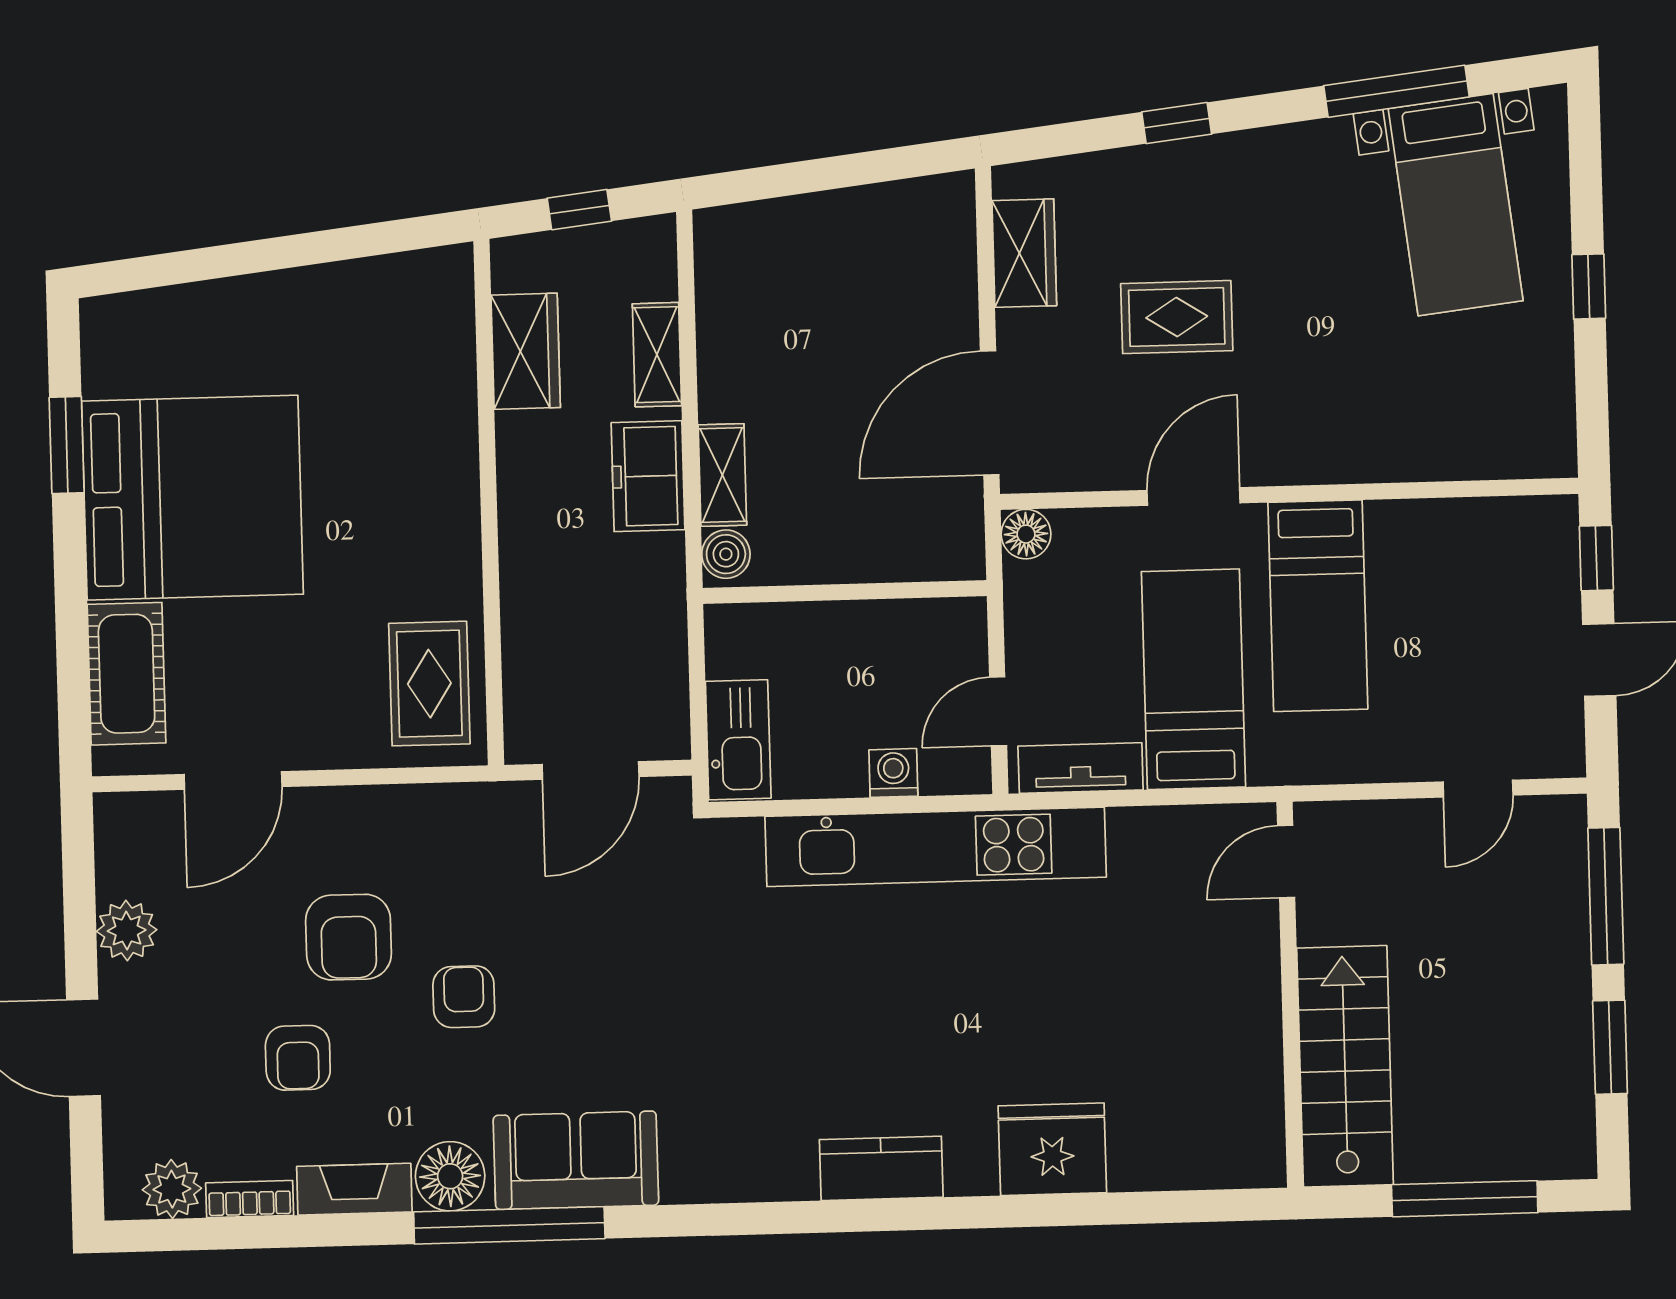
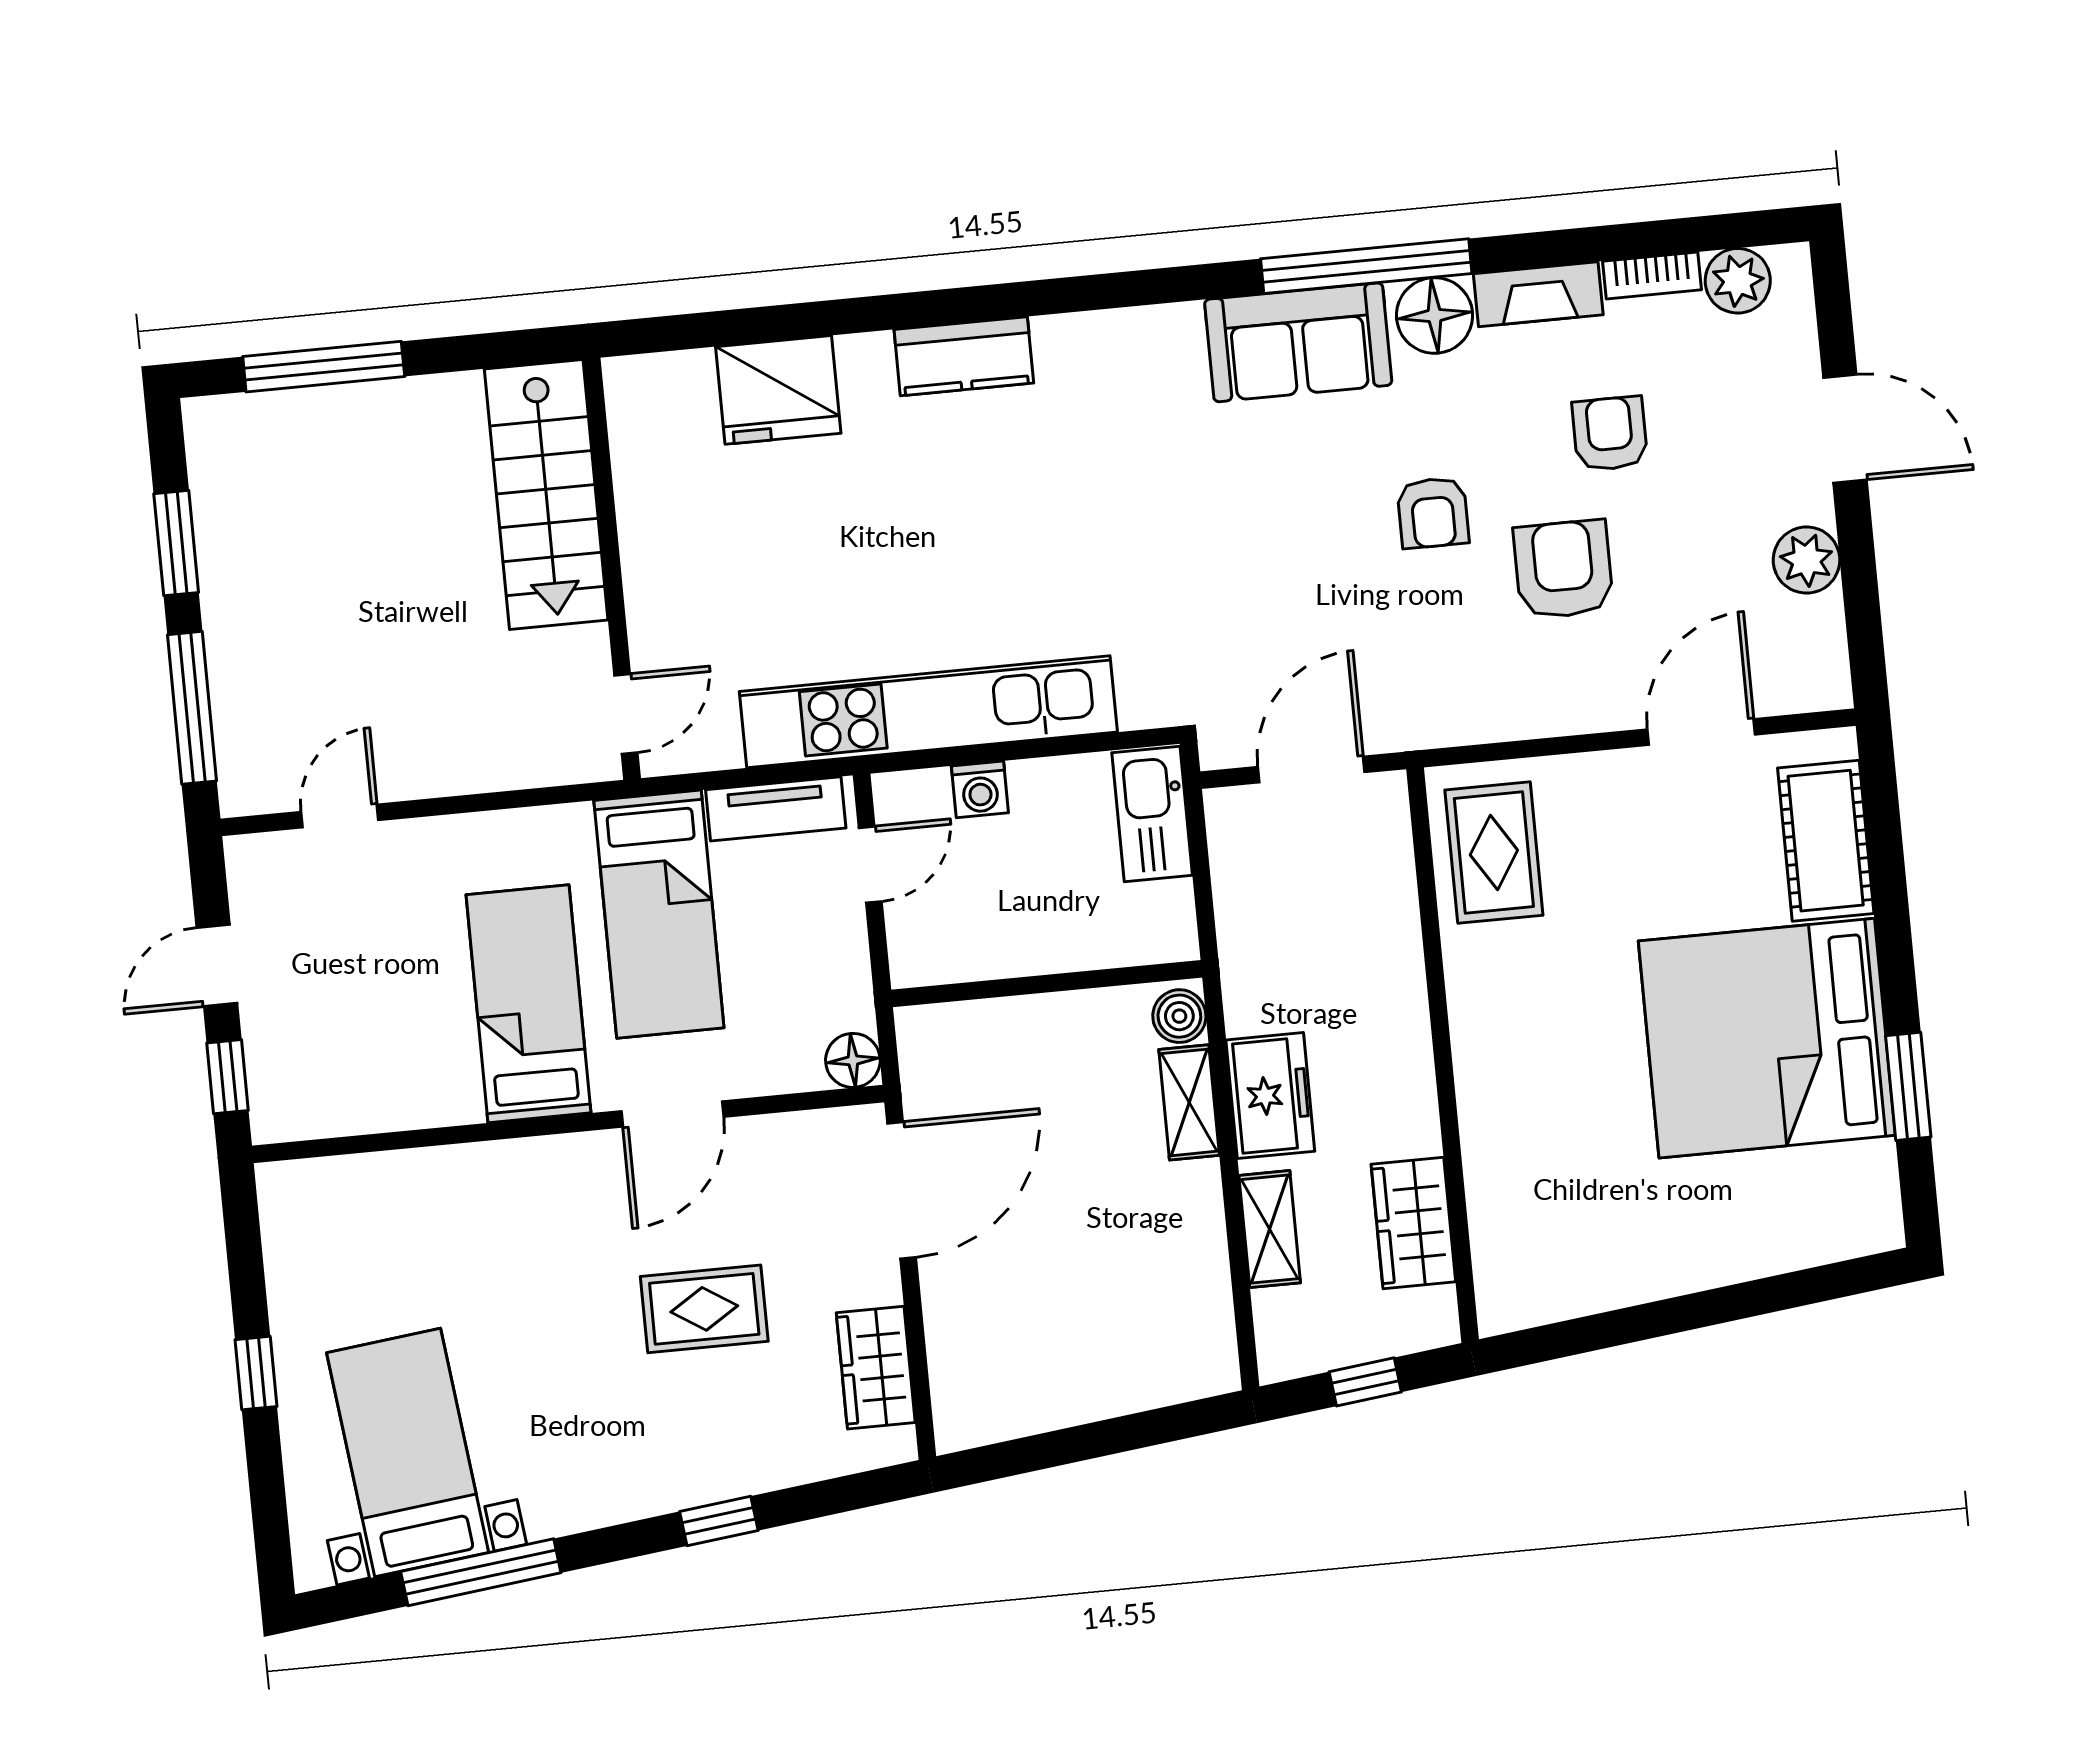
door: (1286, 862) -> (626, 714), moved
wall: (1290, 995) -> (612, 569), moved
stairs: (1345, 1066) -> (546, 494), moved

